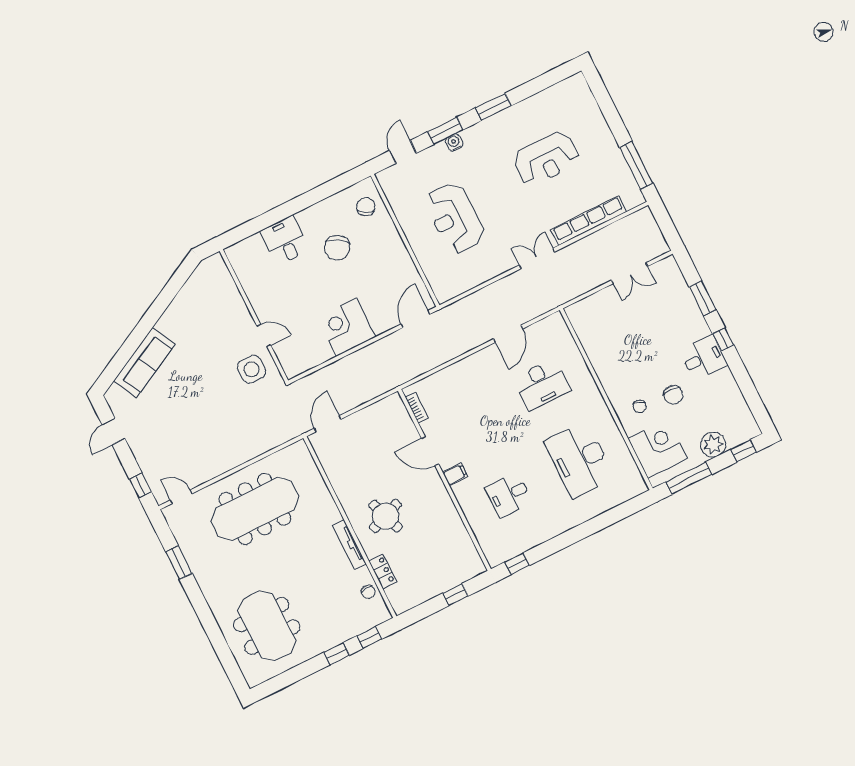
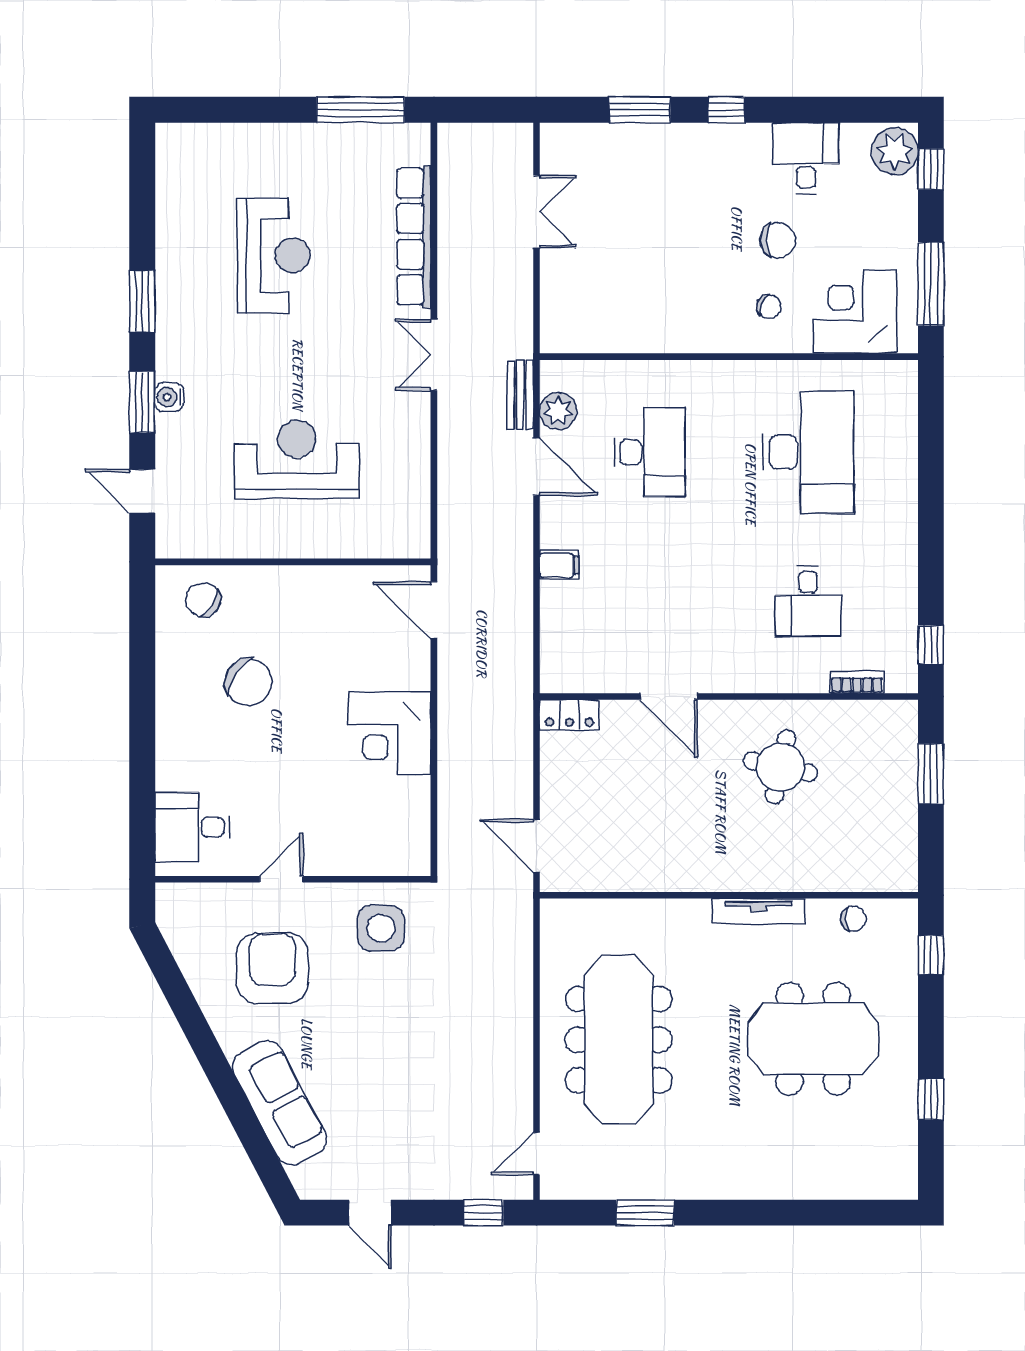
reception desk: (455, 218) -> (297, 459), turned 180
desk: (285, 241) -> (192, 827), moved
bench: (539, 309) -> (520, 395), added
armchair: (207, 327) -> (272, 968), added
plant: (540, 331) -> (558, 411), added
door: (264, 335) -> (281, 879), moved
desk: (704, 358) -> (806, 158), moved
bookcase: (417, 408) -> (857, 683), moved
plant: (713, 444) -> (895, 151), moved
door: (430, 451) -> (669, 696), hinge flipped
desk: (580, 460) -> (808, 452), turned -90
filing cabinet: (455, 474) -> (559, 565), moved, turned 90
round table: (386, 516) -> (780, 767), moved, turned 32
locker: (383, 571) -> (569, 715), moved, turned 180
window: (456, 594) -> (931, 774), width x1.50
meeting table: (267, 626) -> (813, 1039), moved
window: (336, 654) -> (931, 1100), moved

